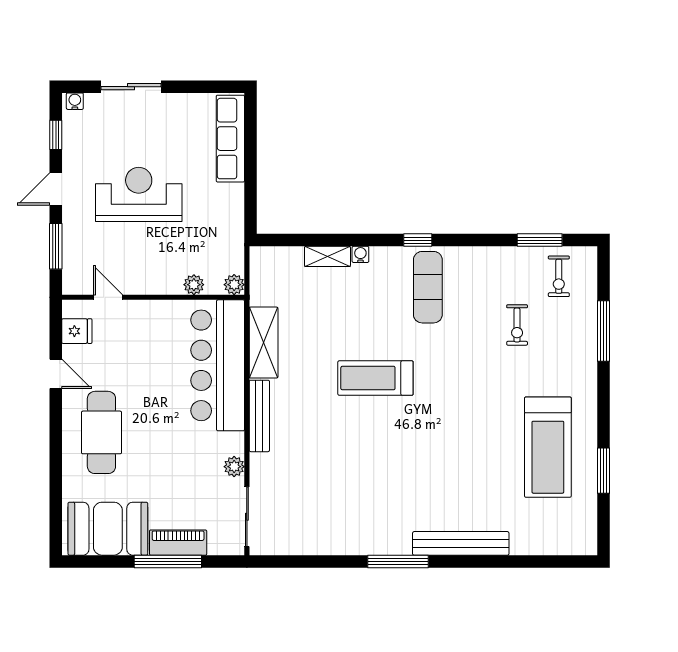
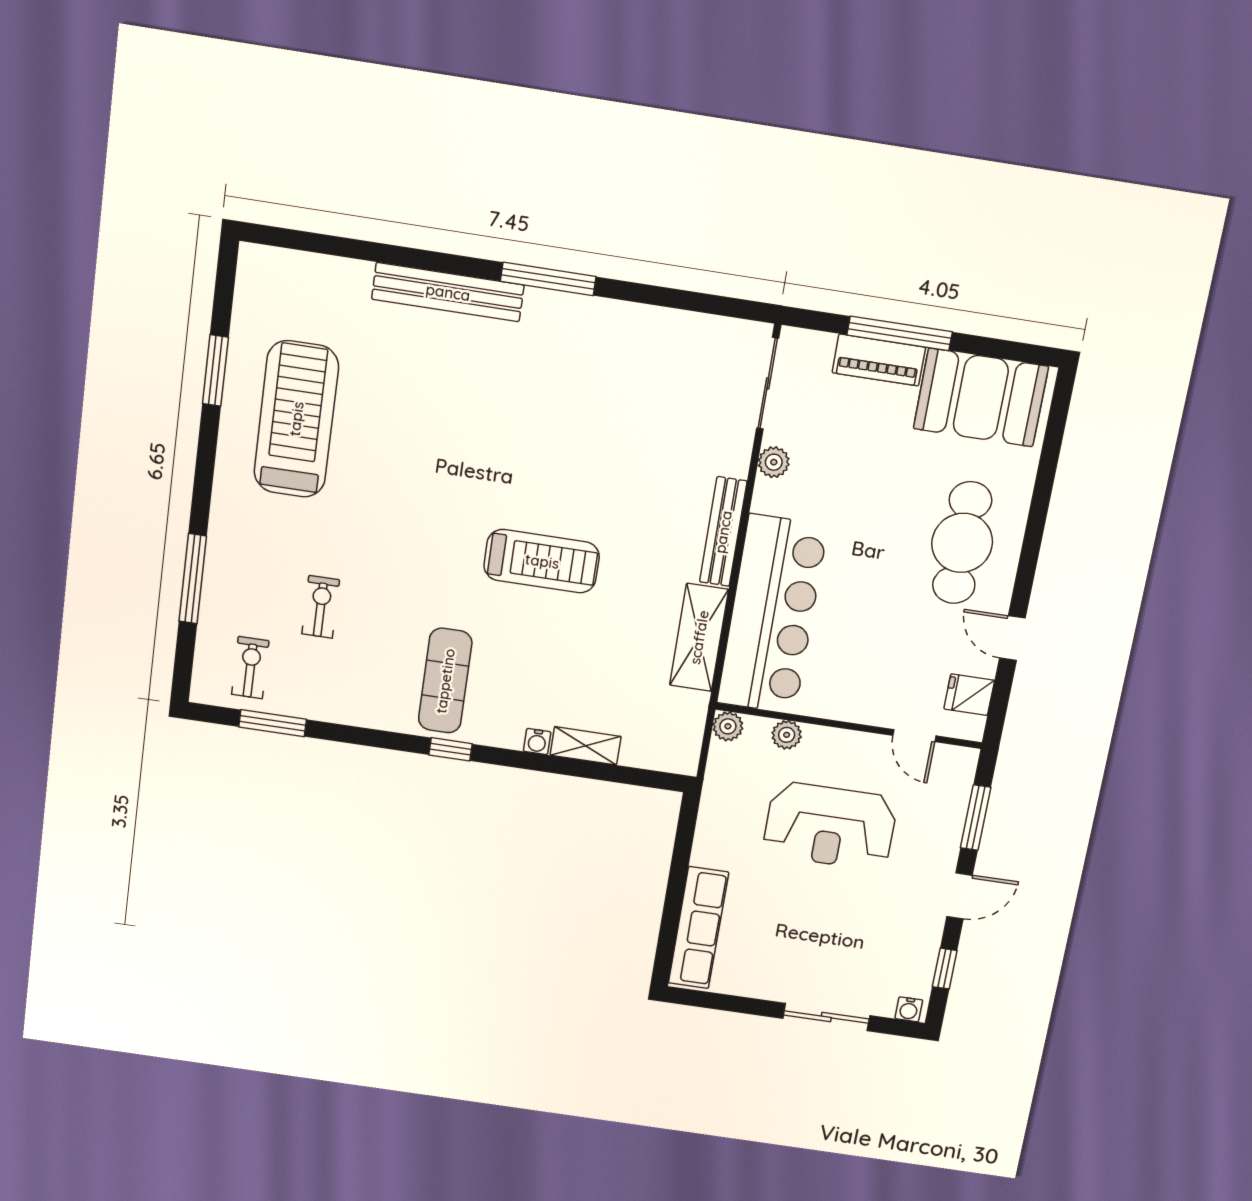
reception desk: (139, 194) -> (830, 826), moved

